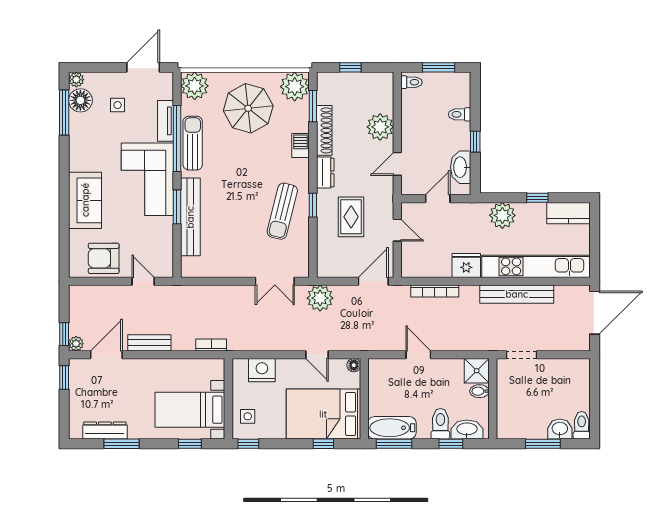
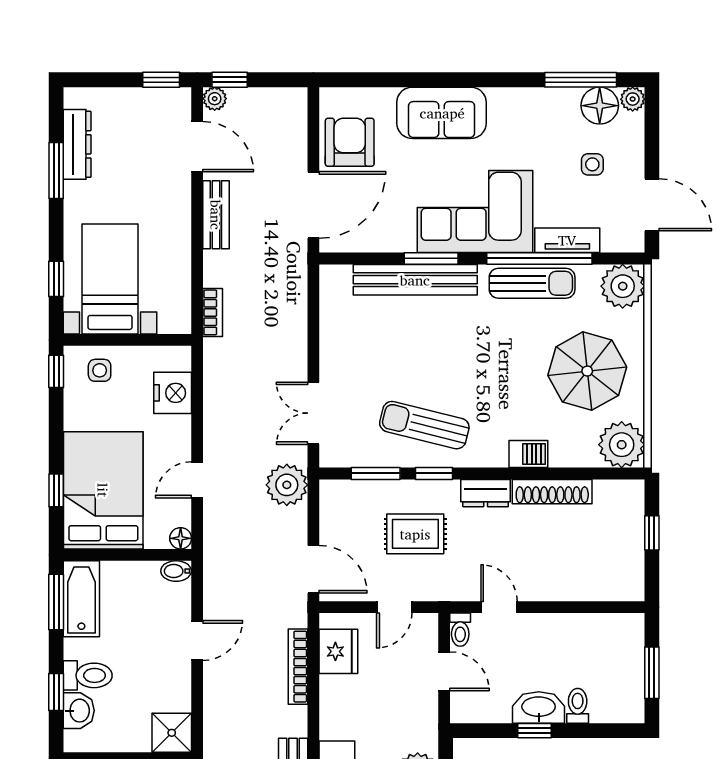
toilet: (412, 82) -> (460, 630), moved
window: (313, 106) -> (376, 473), moved
plant: (380, 127) -> (558, 580), removed
washbasin: (461, 167) -> (539, 708), moved
fridge: (466, 265) -> (338, 651), moved
door: (143, 281) -> (313, 205), width x1.87
bidet: (479, 391) -> (176, 571), moved, turned -90
washbasin: (467, 429) -> (79, 711), width x0.72

